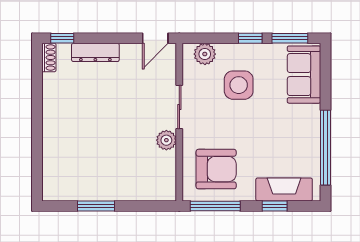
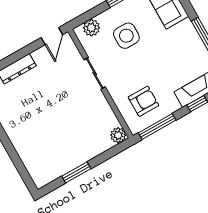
plant: (166, 140) -> (118, 135), moved
armchair: (216, 169) -> (143, 101), width x0.73, depth x0.73

